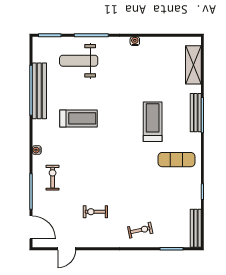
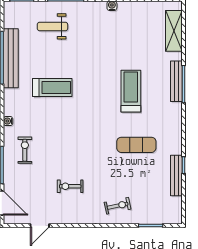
weight bench: (79, 61) -> (52, 26), width x0.73, depth x0.75
exercise mat: (176, 160) -> (136, 145), moved
bench: (196, 228) -> (176, 176), moved

